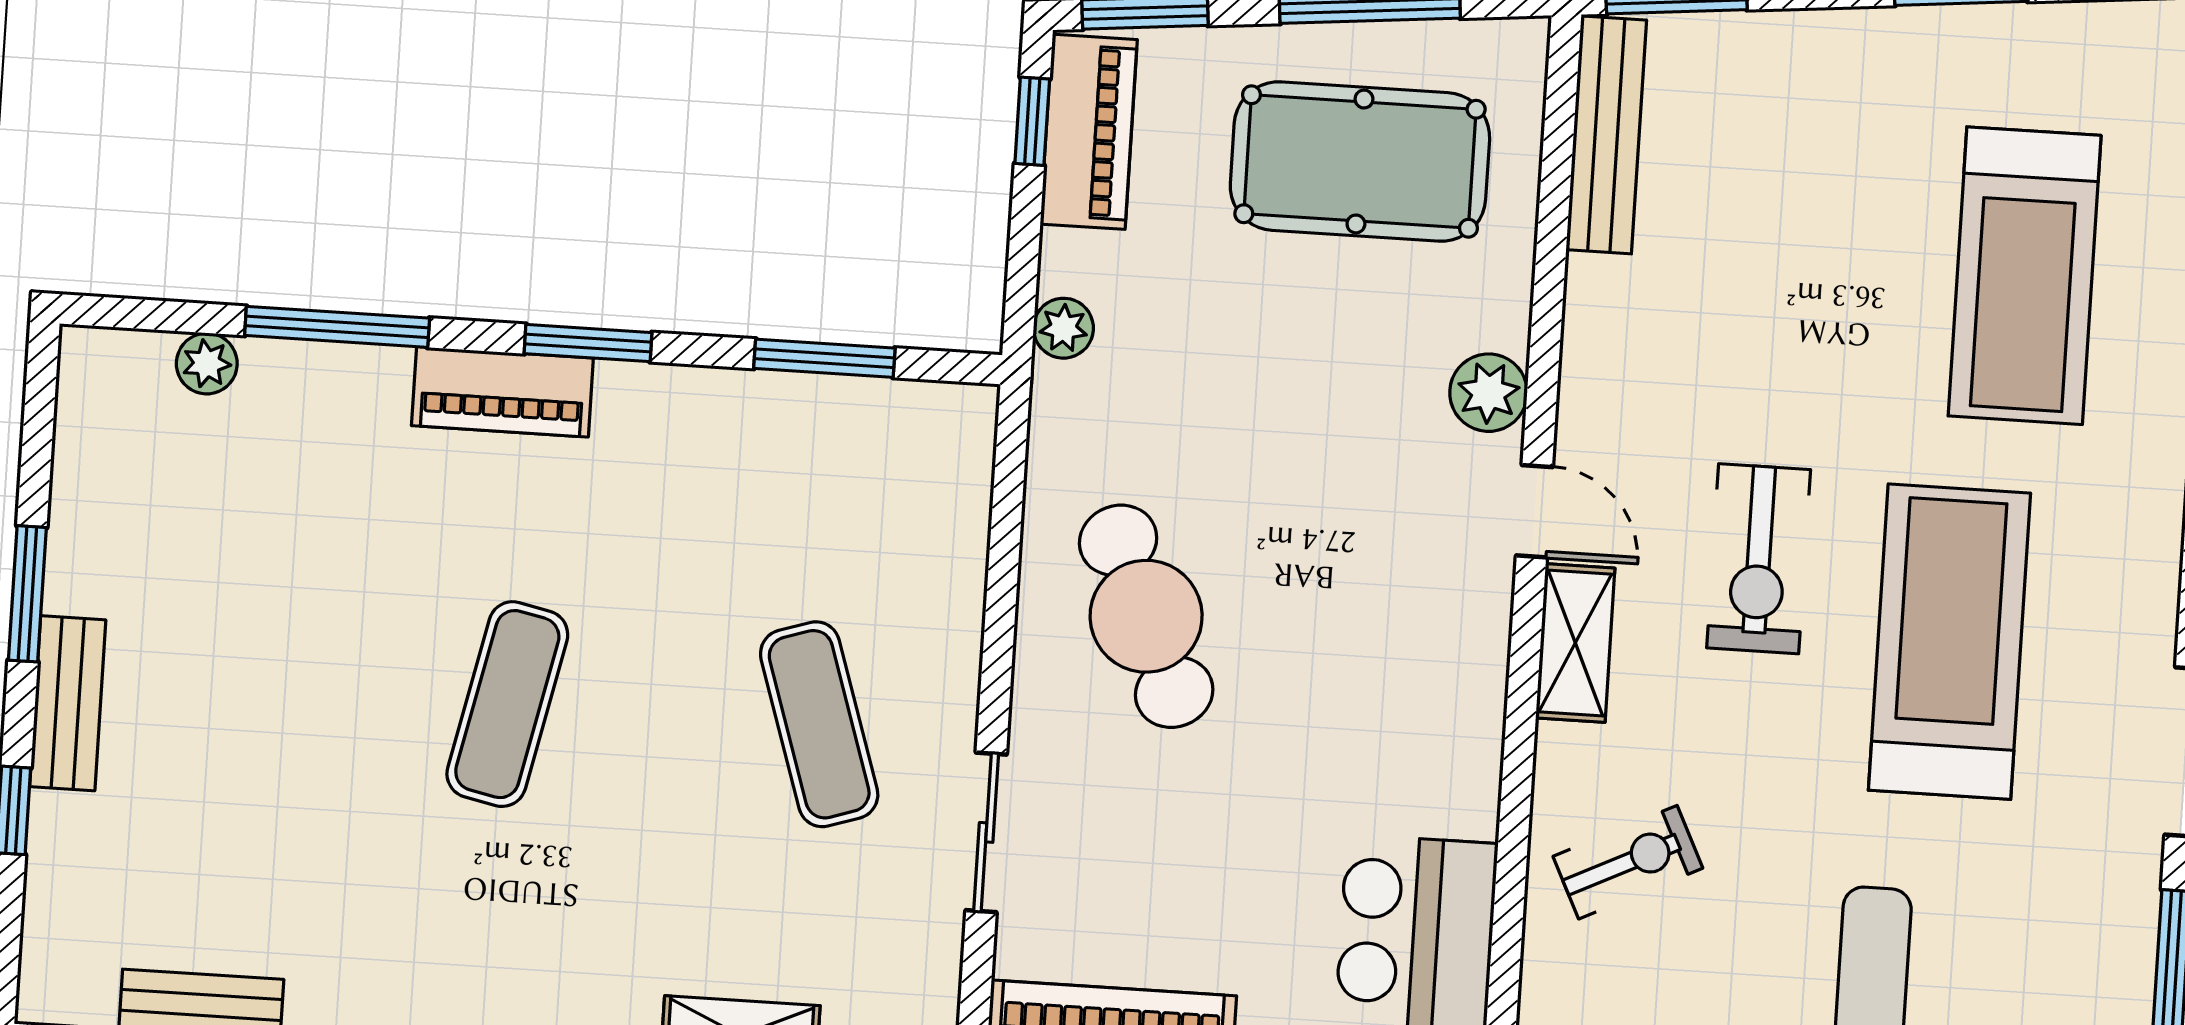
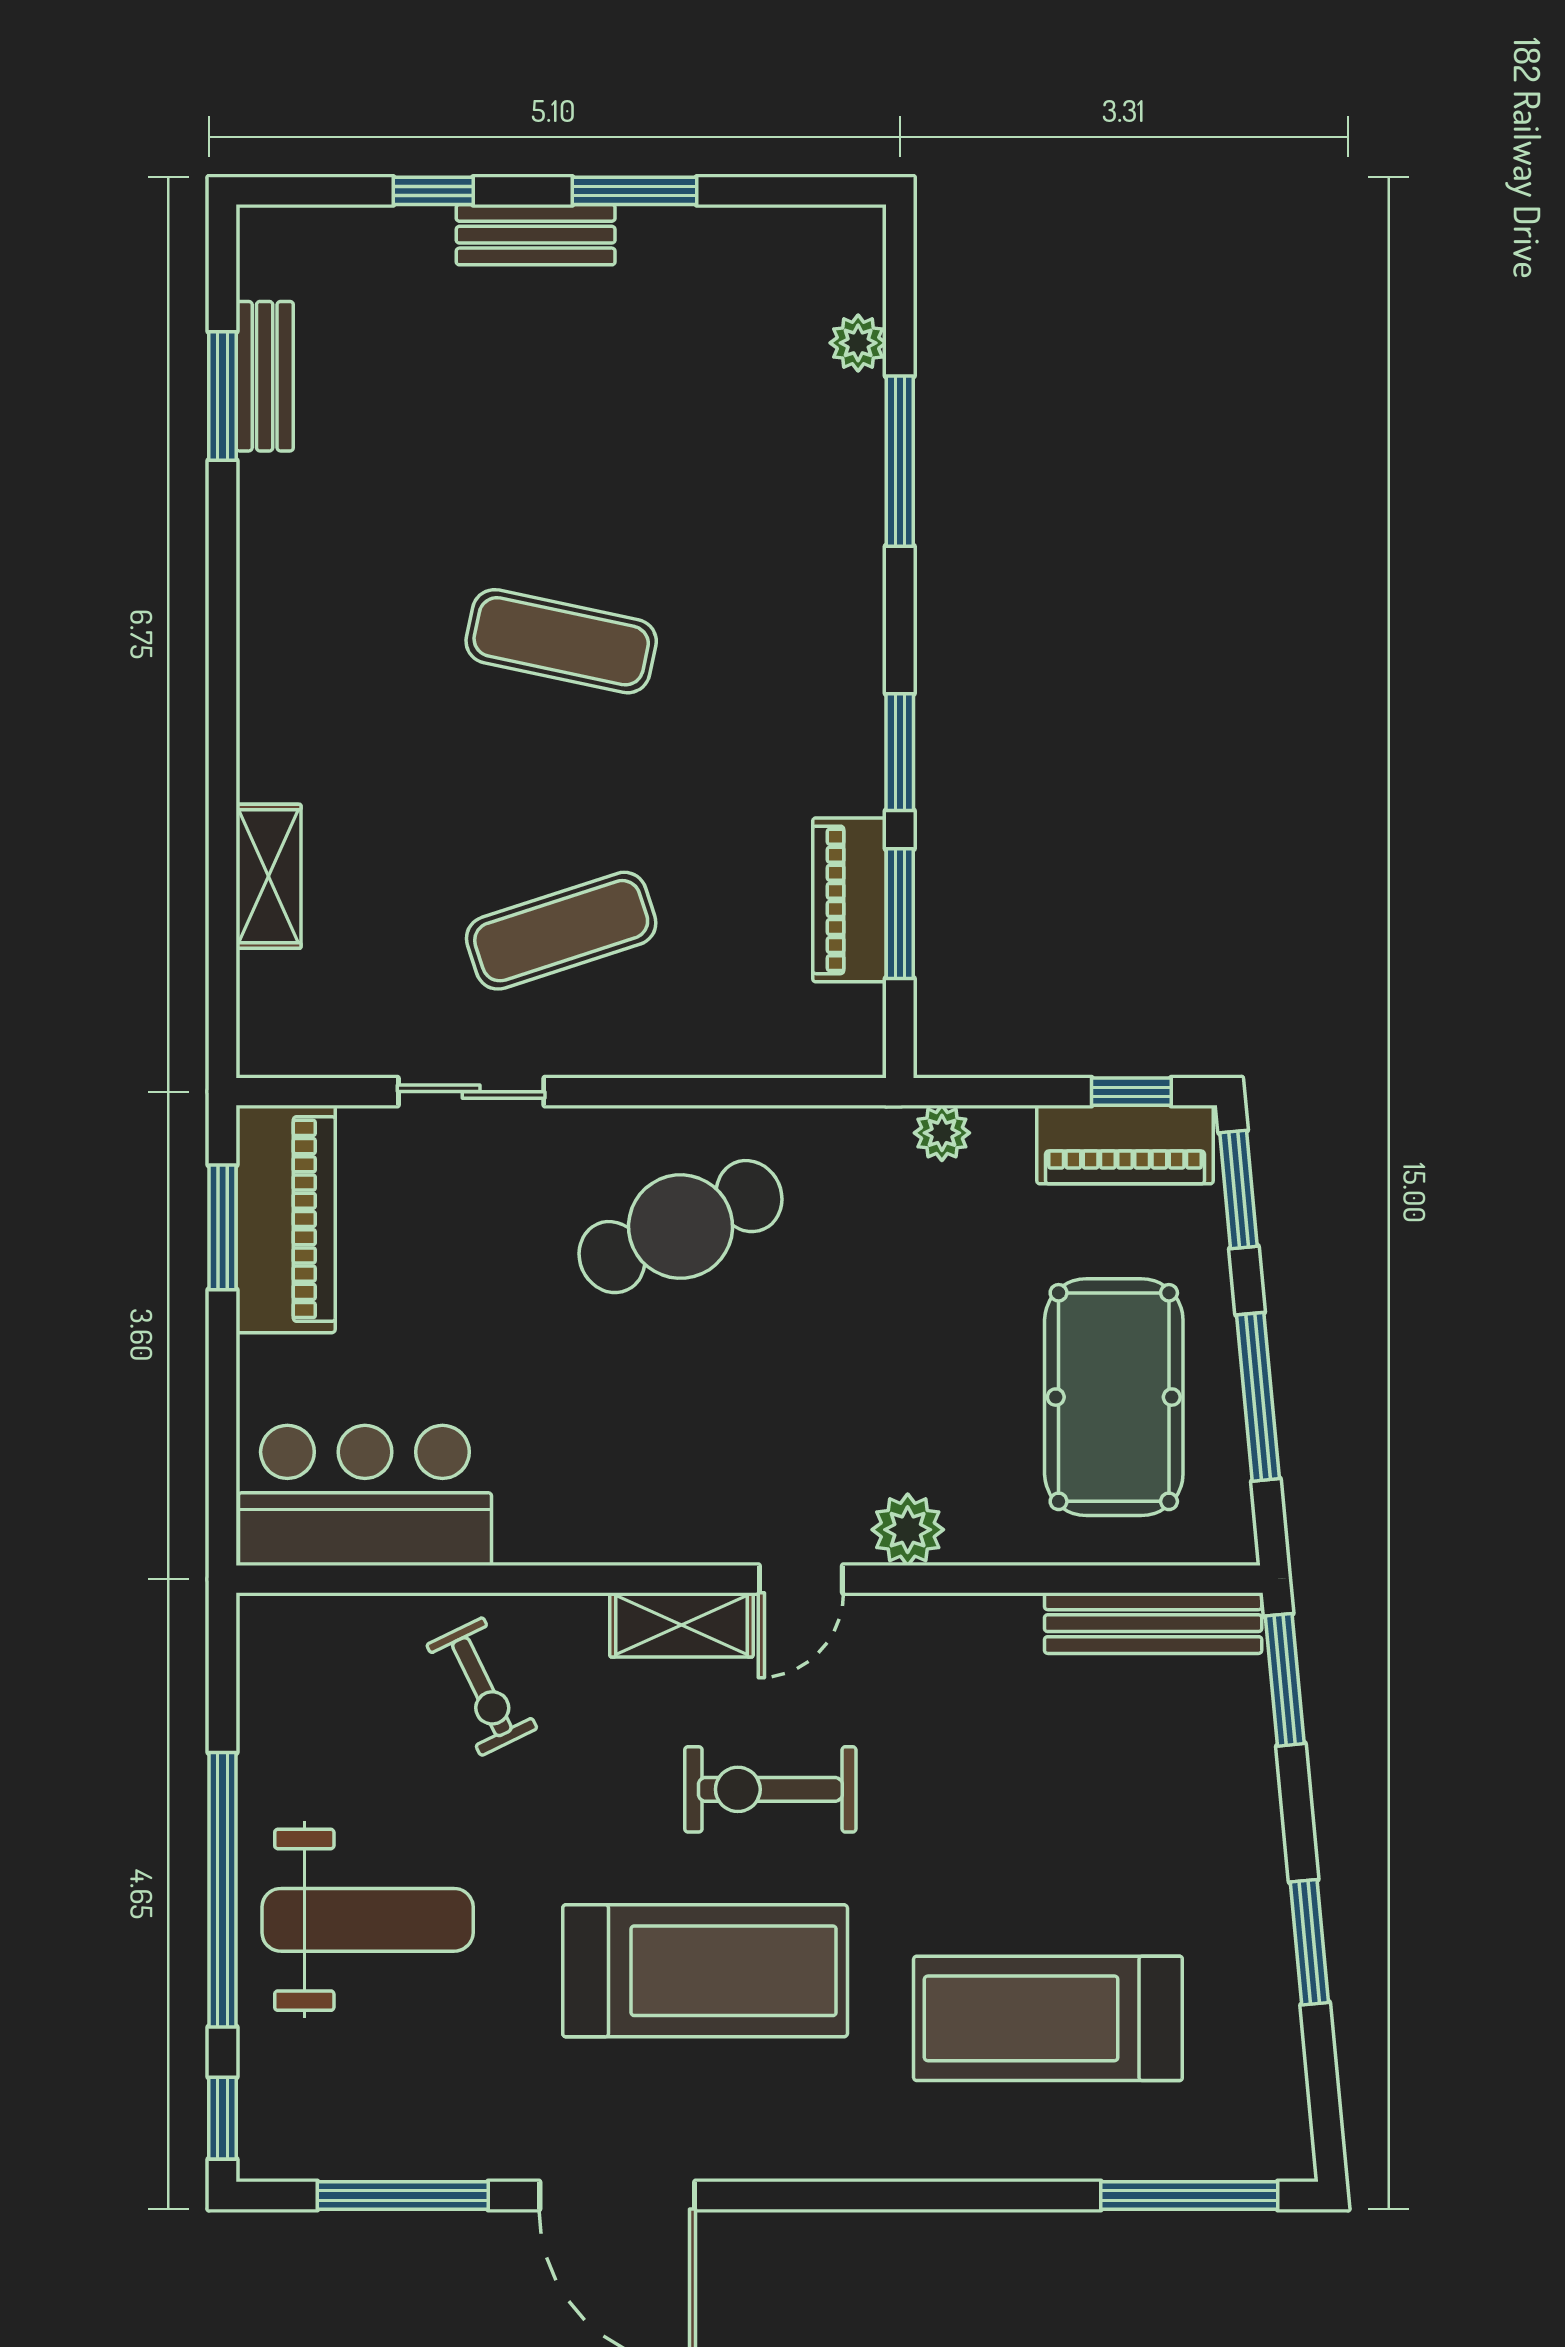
window: (588, 343) -> (900, 752), moved
piano: (502, 392) -> (850, 900), moved

